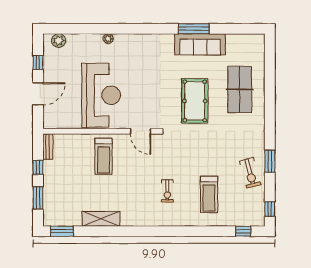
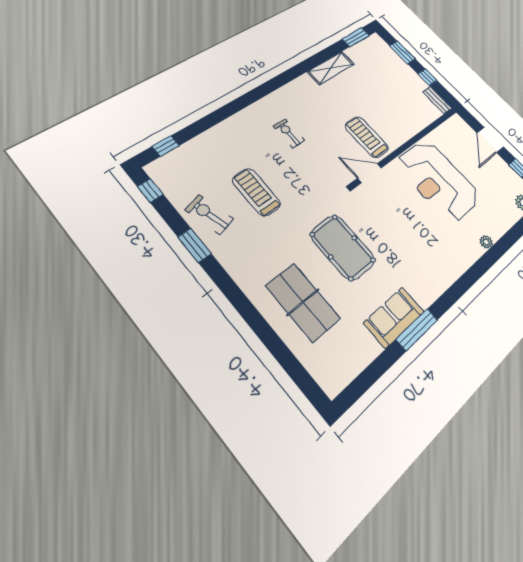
sofa: (200, 44) -> (394, 317), width x0.73
treadmill: (104, 156) -> (367, 137), moved
treadmill: (209, 194) -> (256, 192), moved

